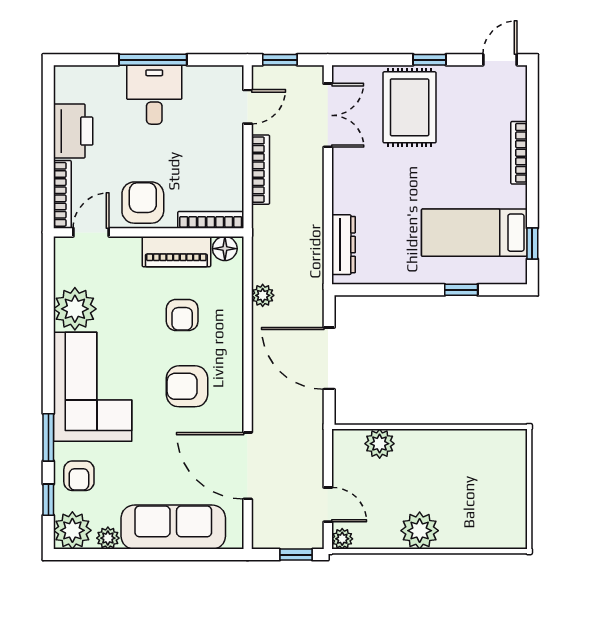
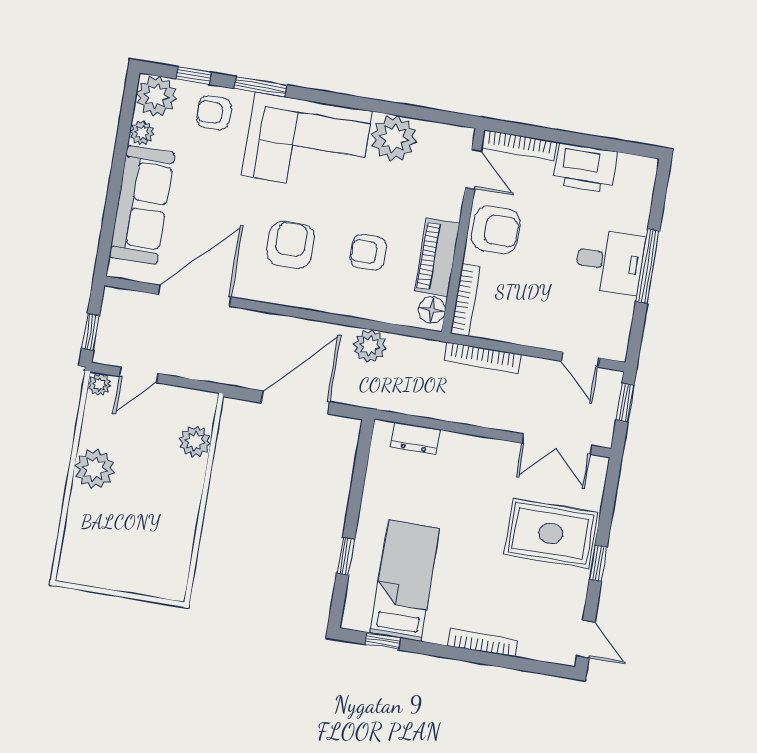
bookcase: (260, 170) -> (482, 358), moved
dresser: (343, 245) -> (415, 438), width x0.70
plant: (263, 295) -> (370, 346), width x1.38, depth x1.38

